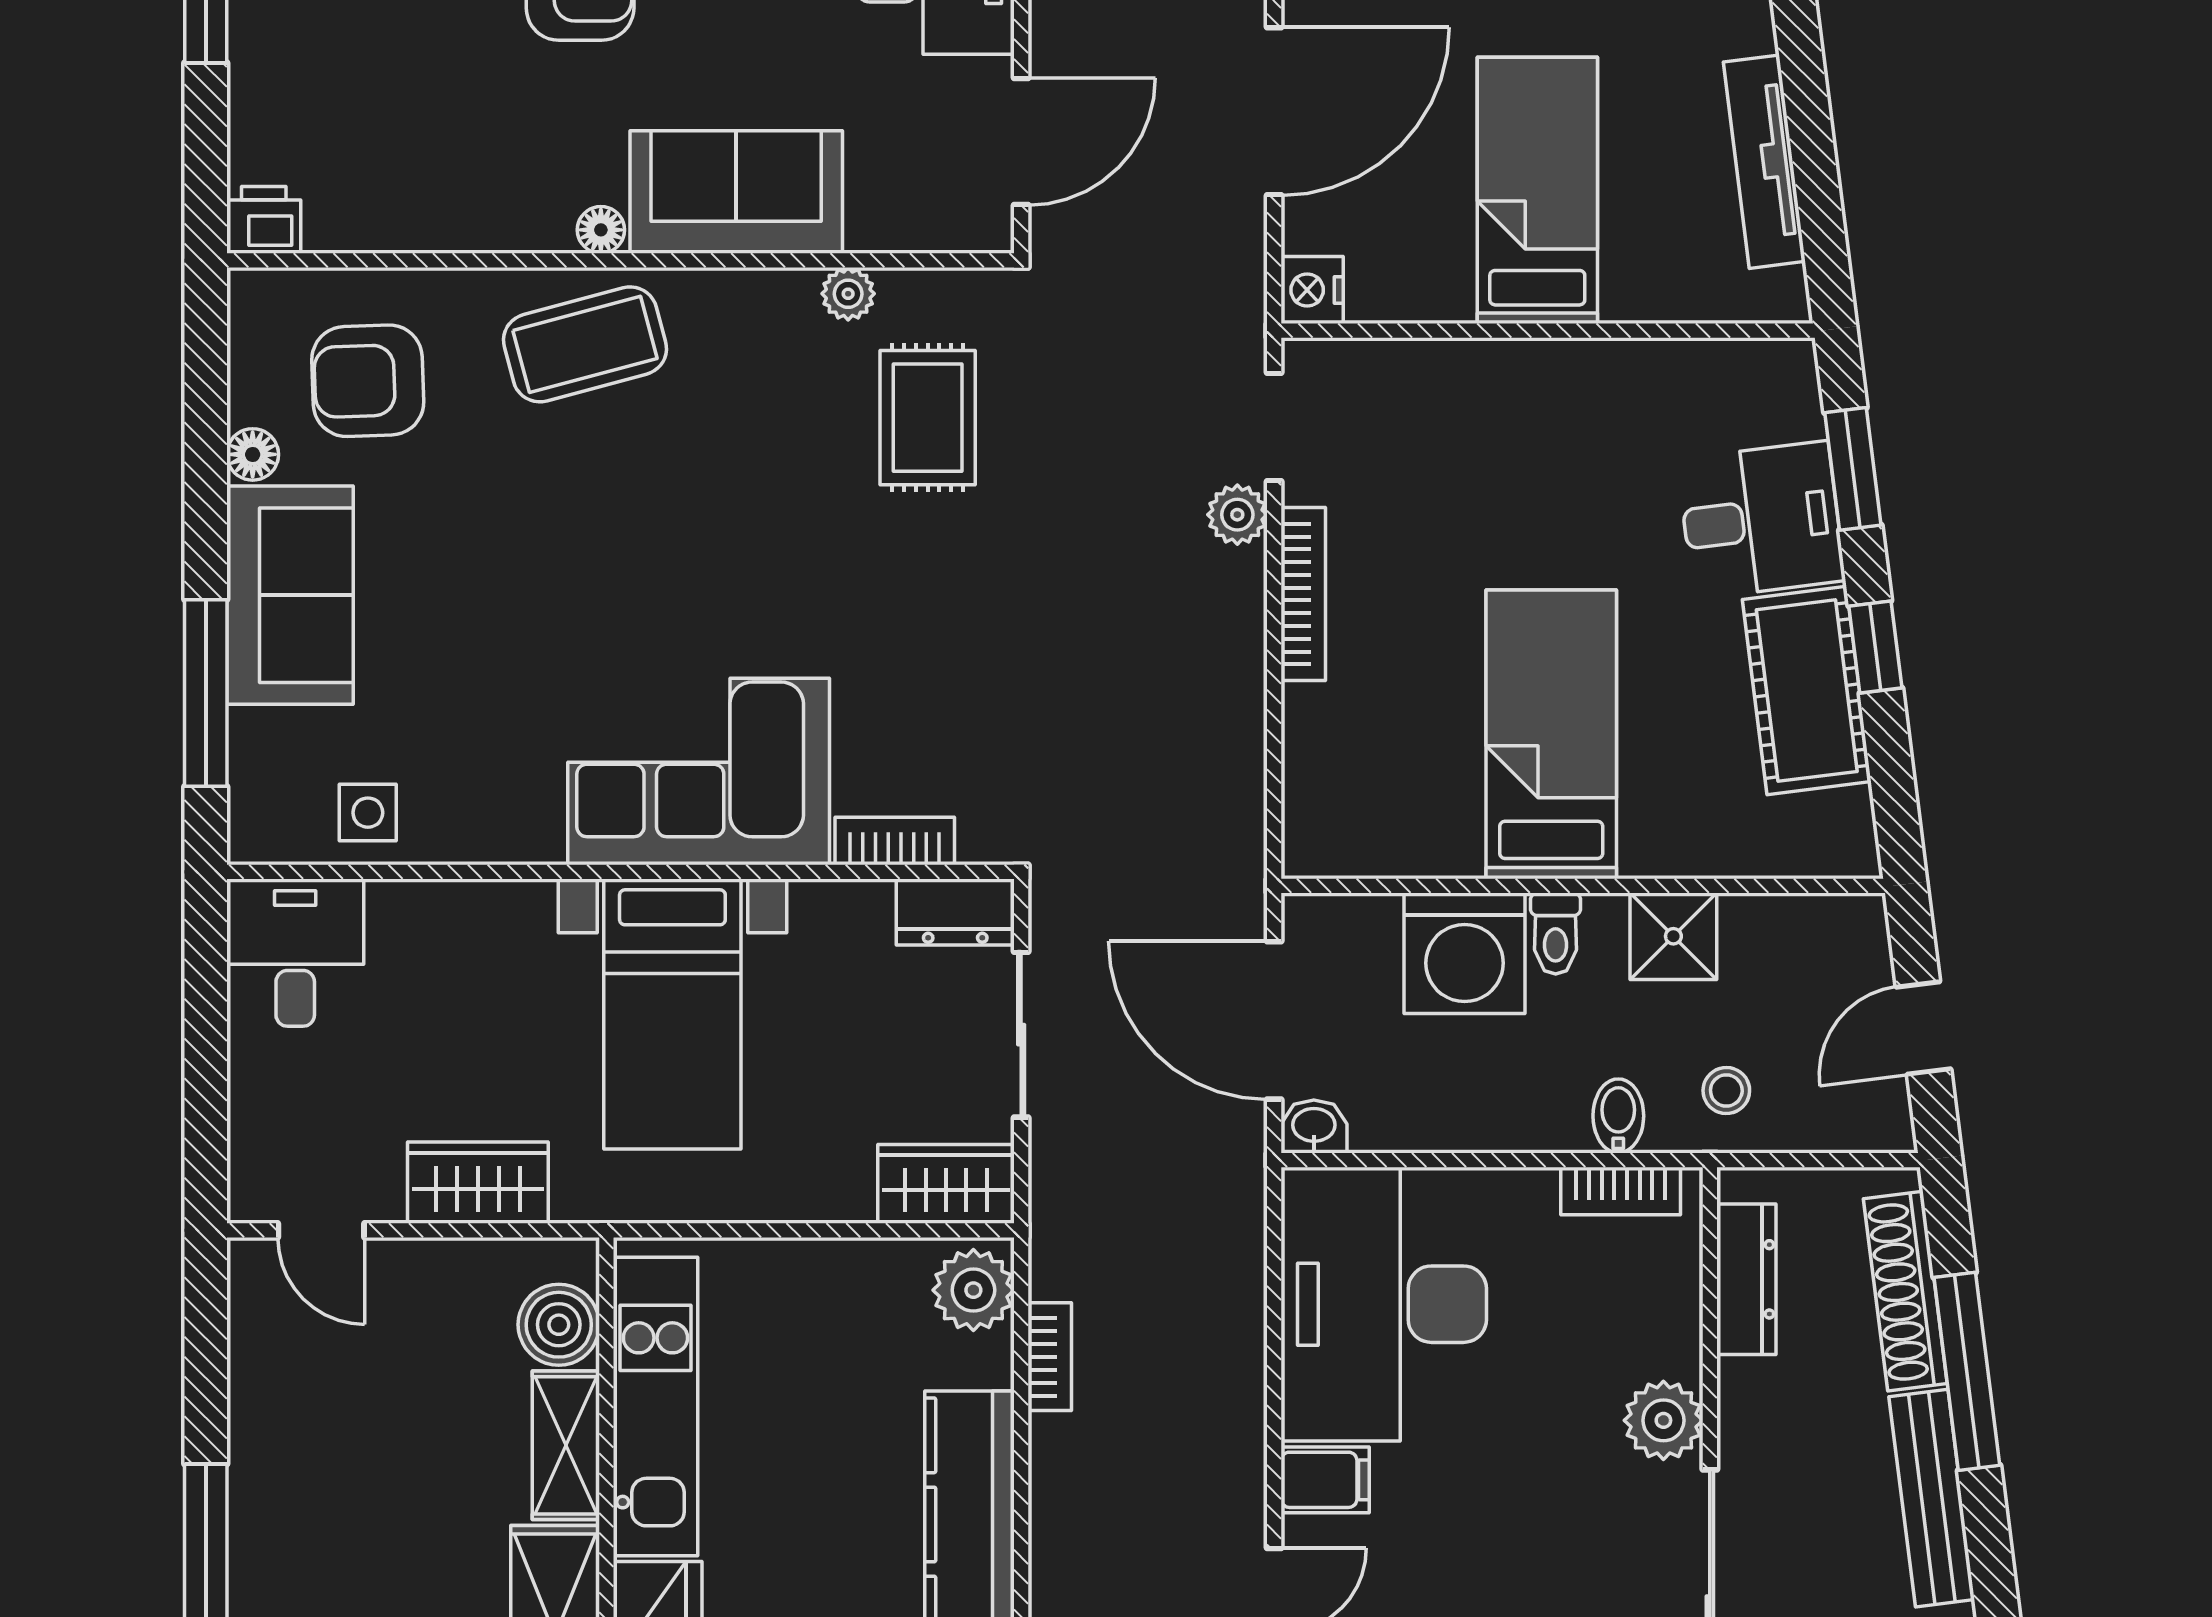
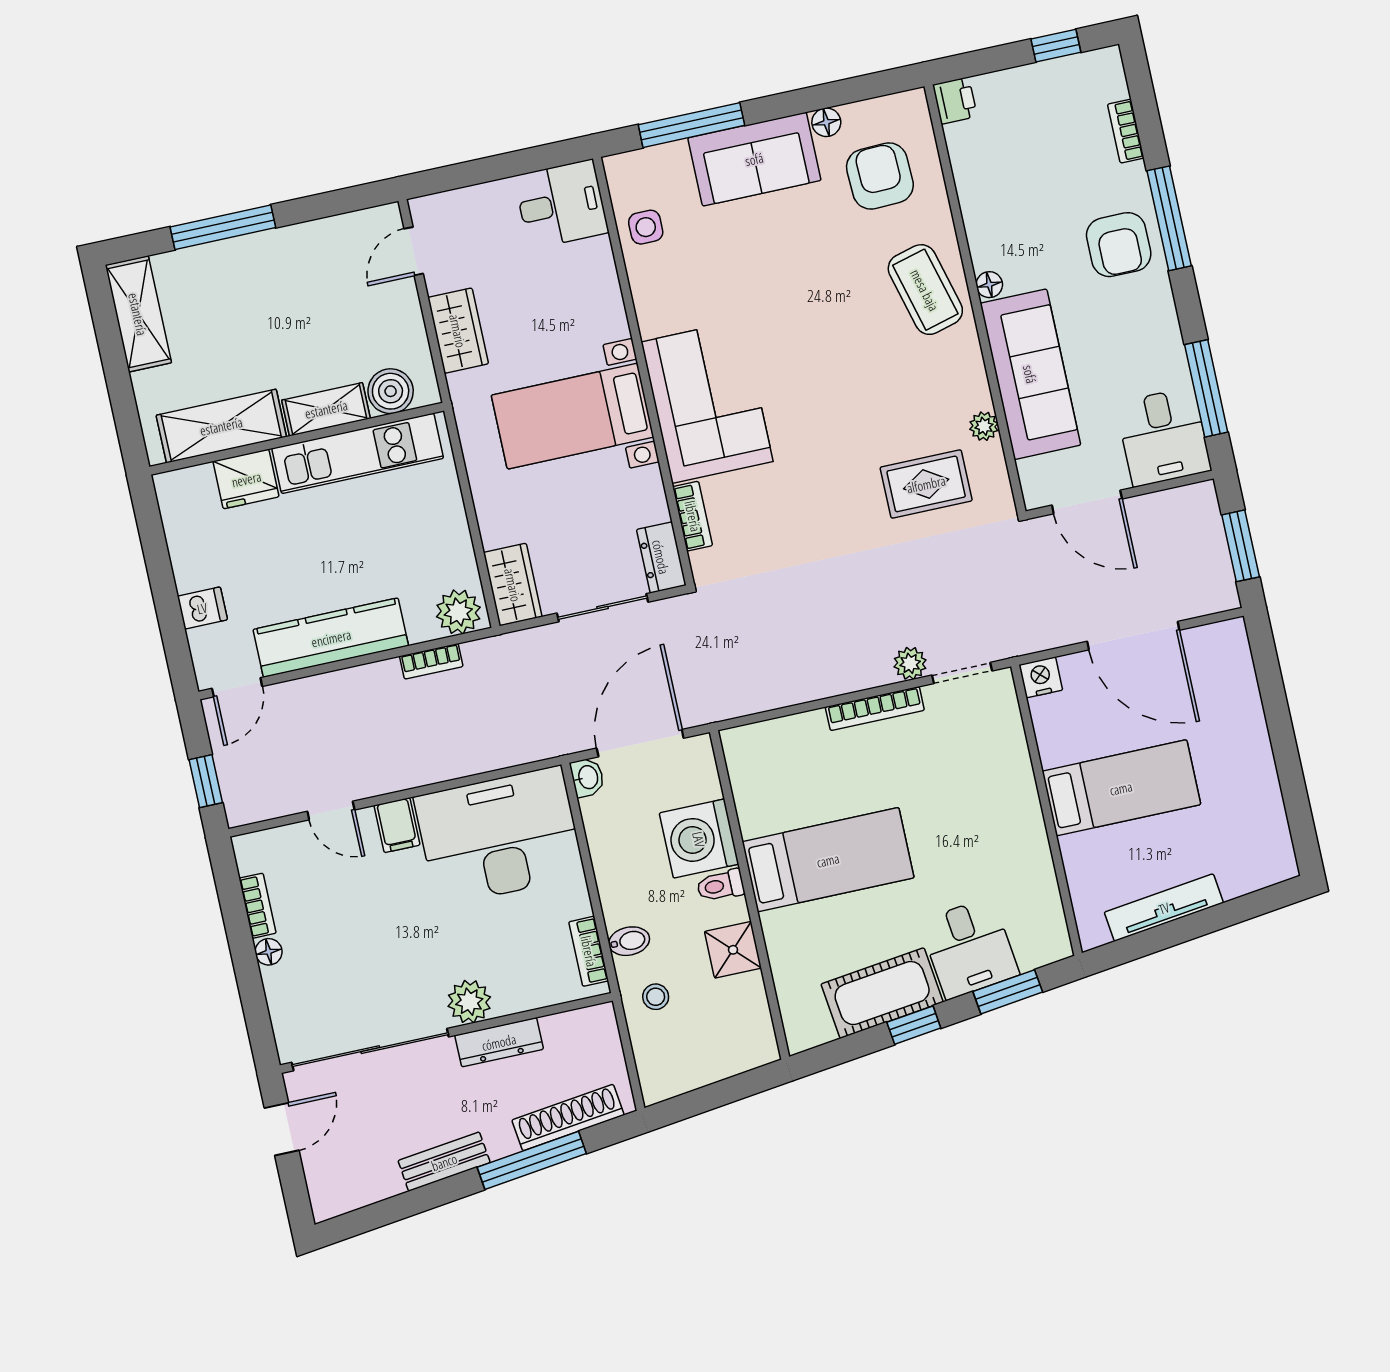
sofa: (736, 192) -> (1030, 374), width x1.36
door: (1923, 1028) -> (713, 1096), removed
dresser: (1746, 1279) -> (499, 1042), moved
bench: (1932, 1498) -> (444, 1162), width x0.73

